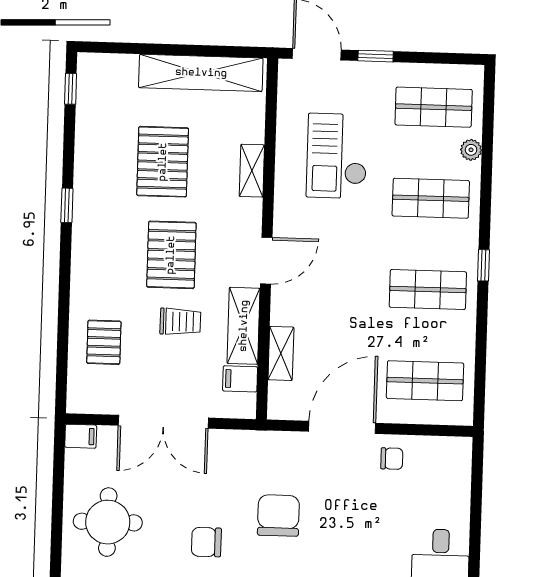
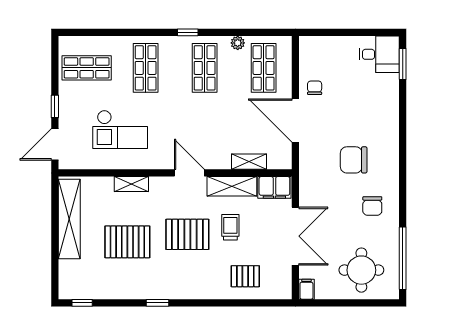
shop shelf: (434, 107) -> (87, 68), turned 90
plant: (471, 150) -> (238, 43), moved
filing cabinet: (240, 379) -> (274, 187), width x2.00

